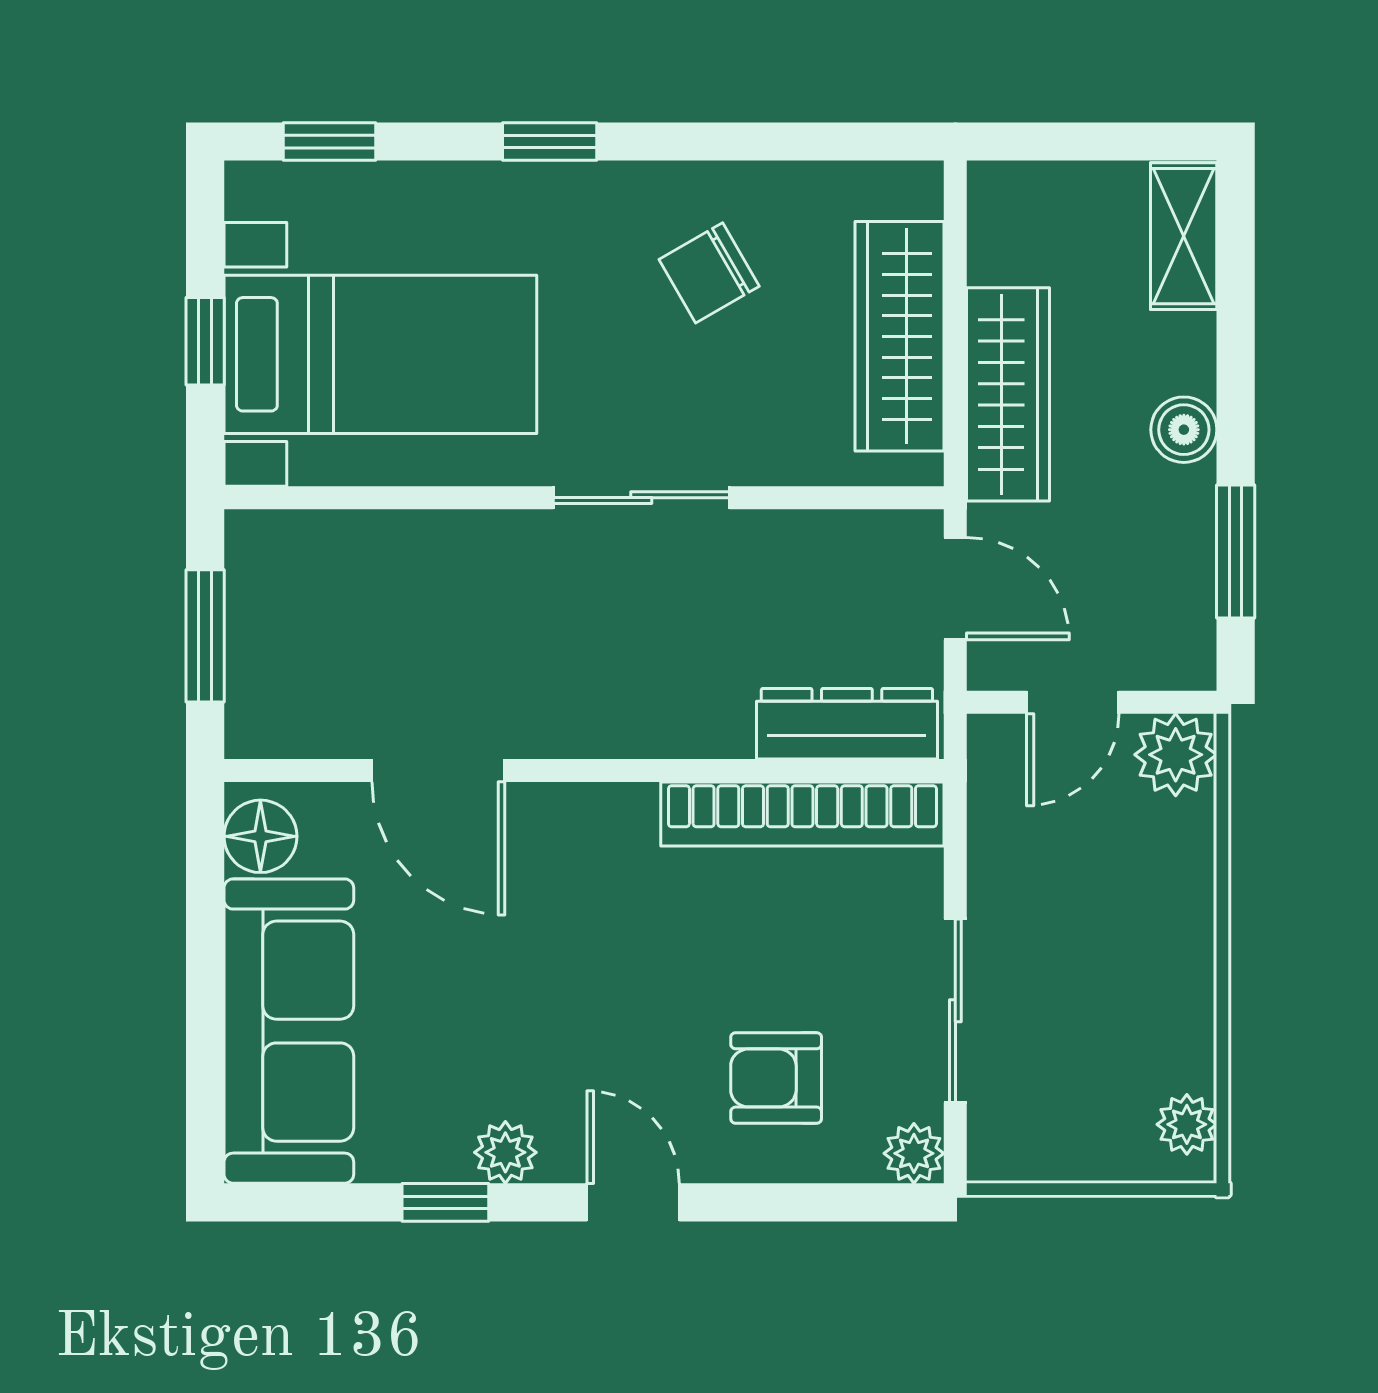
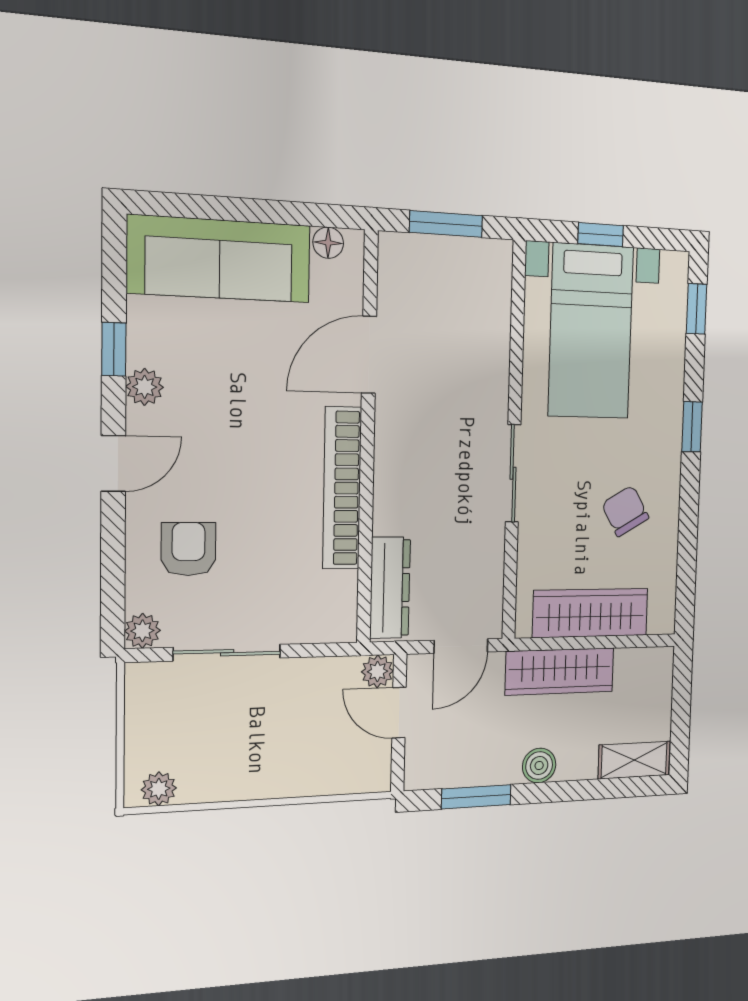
plant: (1176, 755) -> (377, 671), moved, width x0.73, depth x0.73
bookcase: (802, 814) -> (342, 488), moved
floor lamp: (260, 836) -> (328, 243), width x0.73, depth x0.73

